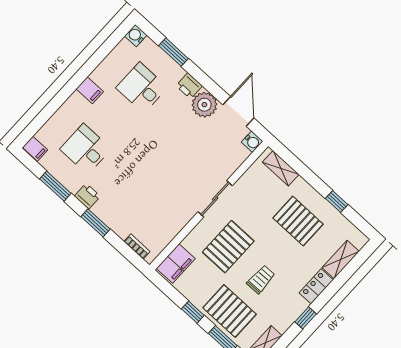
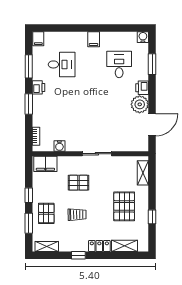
water cooler: (252, 142) -> (59, 146), moved
desk: (86, 149) -> (62, 64), turned 90
pallet: (228, 247) -> (79, 183), width x0.67, depth x0.71
pallet: (230, 311) -> (46, 213), width x0.67, depth x0.71

